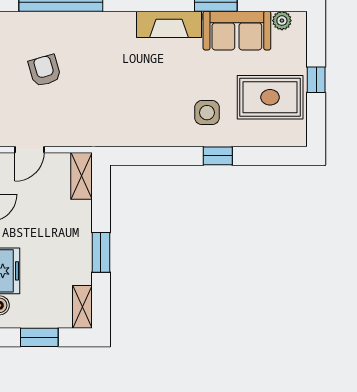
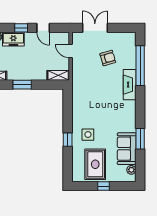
fireplace: (169, 24) -> (130, 85), moved

